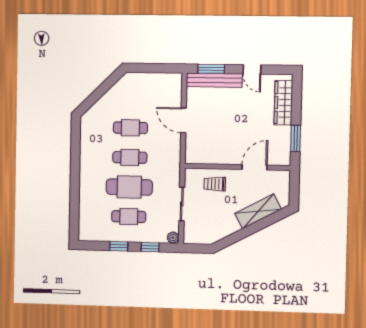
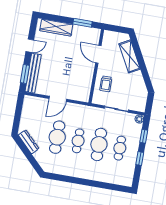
dresser: (118, 89) -> (29, 142), added
cafe table: (130, 128) -> (57, 137), width x1.37, depth x1.35

